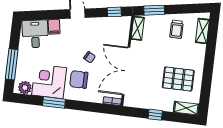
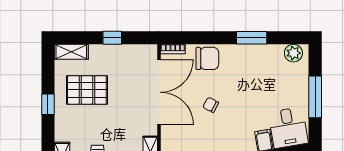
window: (12, 64) -> (315, 97), moved
window: (208, 72) -> (48, 104), added
chair: (79, 79) -> (207, 58), moved
corner desk: (49, 81) -> (262, 66), removed

